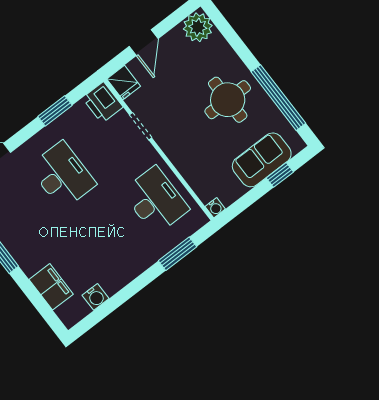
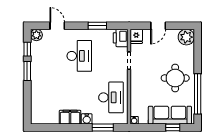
sofa: (262, 160) -> (170, 115), width x1.36
filing cabinet: (51, 287) -> (70, 117), moved, turned -90
water cooler: (96, 297) -> (87, 119), moved

